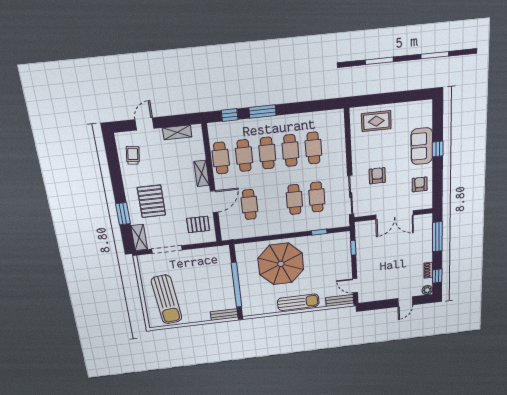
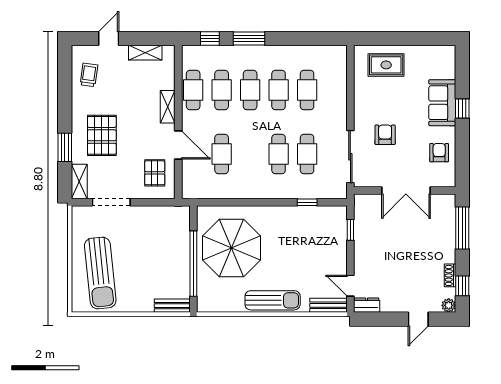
door: (214, 202) -> (178, 145), hinge flipped
pallet: (198, 224) -> (155, 173), turned 90
parasol: (281, 264) -> (231, 248), moved
dresser: (368, 297) -> (367, 305), added

